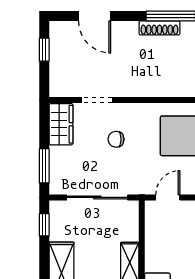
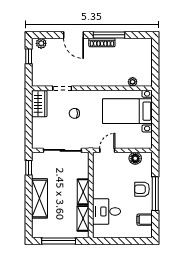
door: (95, 16) -> (73, 35), moved
plant: (64, 29) -> (41, 43), added
window: (44, 166) -> (29, 130), removed

